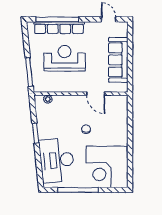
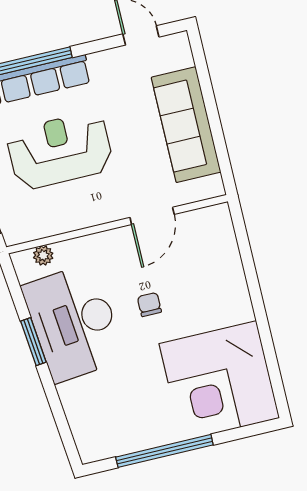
door: (96, 94) -> (152, 216), hinge flipped
desk: (57, 160) -> (74, 323), moved

